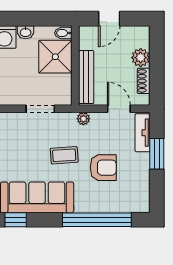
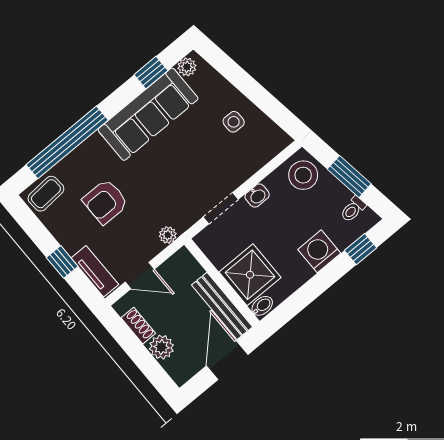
door: (109, 19) -> (227, 360), width x1.38
washbasin: (26, 32) -> (257, 196), moved, turned 180
bench: (86, 77) -> (222, 306), moved
window: (157, 154) -> (62, 262), width x0.67
coffee table: (64, 155) -> (46, 194), moved

